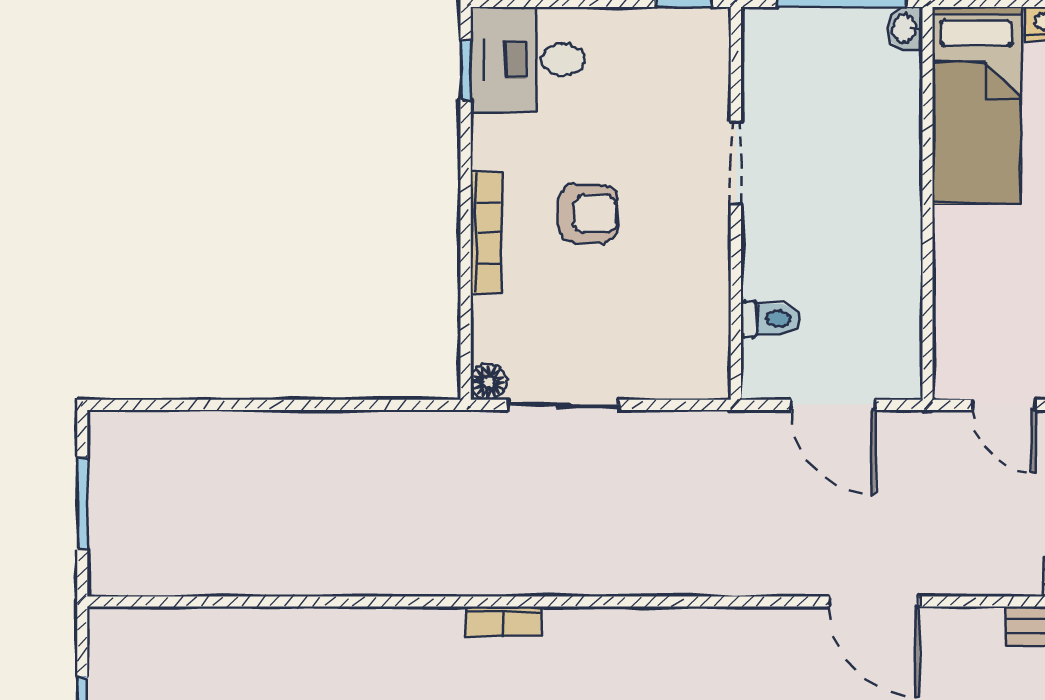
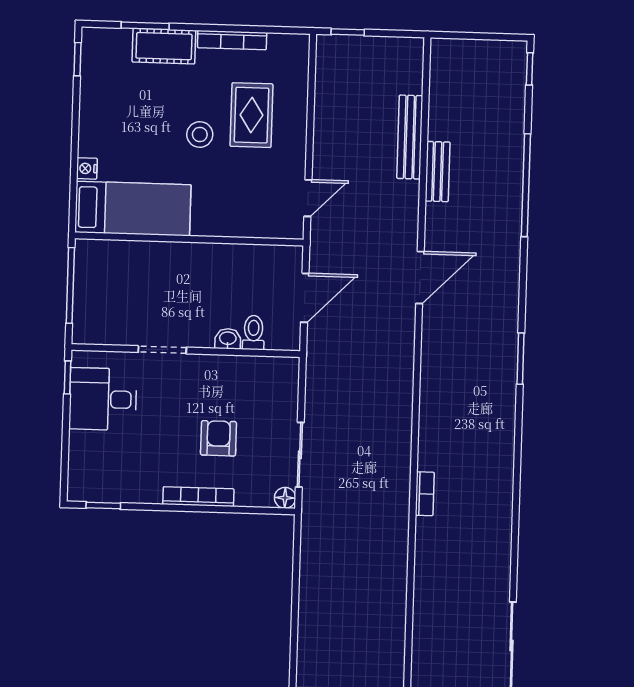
washbasin: (905, 28) -> (228, 339), moved, turned 180
desk: (528, 60) -> (103, 399), moved, turned 90
armchair: (588, 214) -> (219, 438), moved

